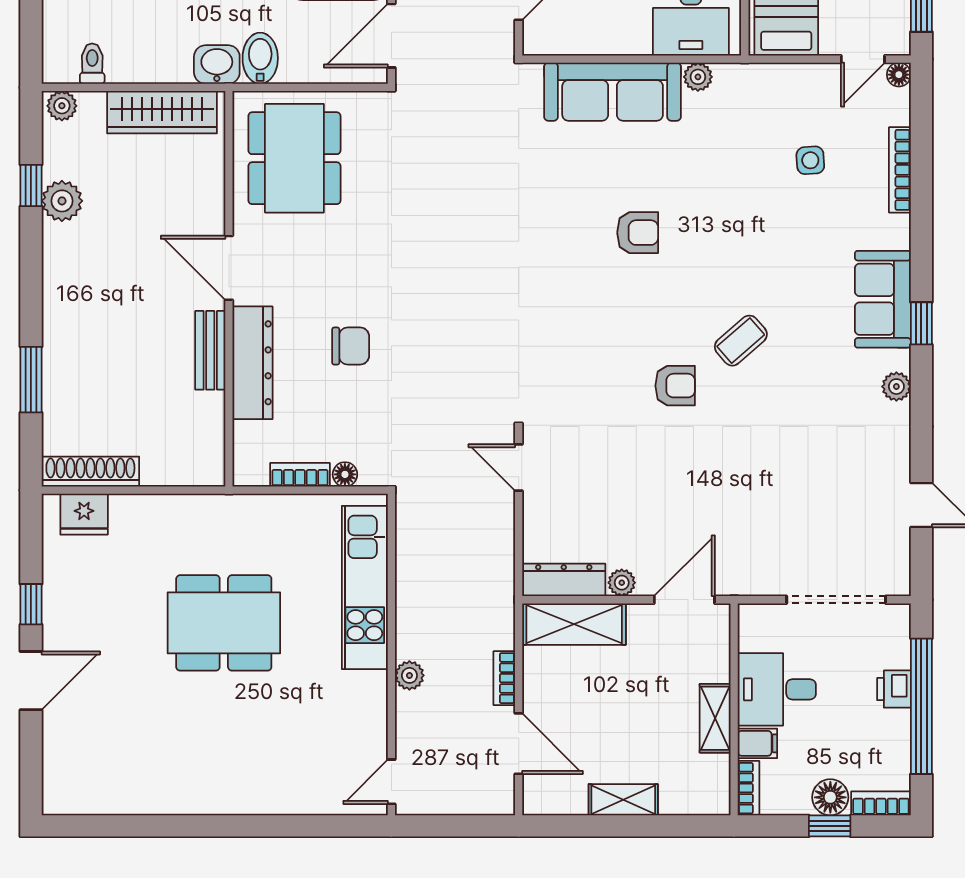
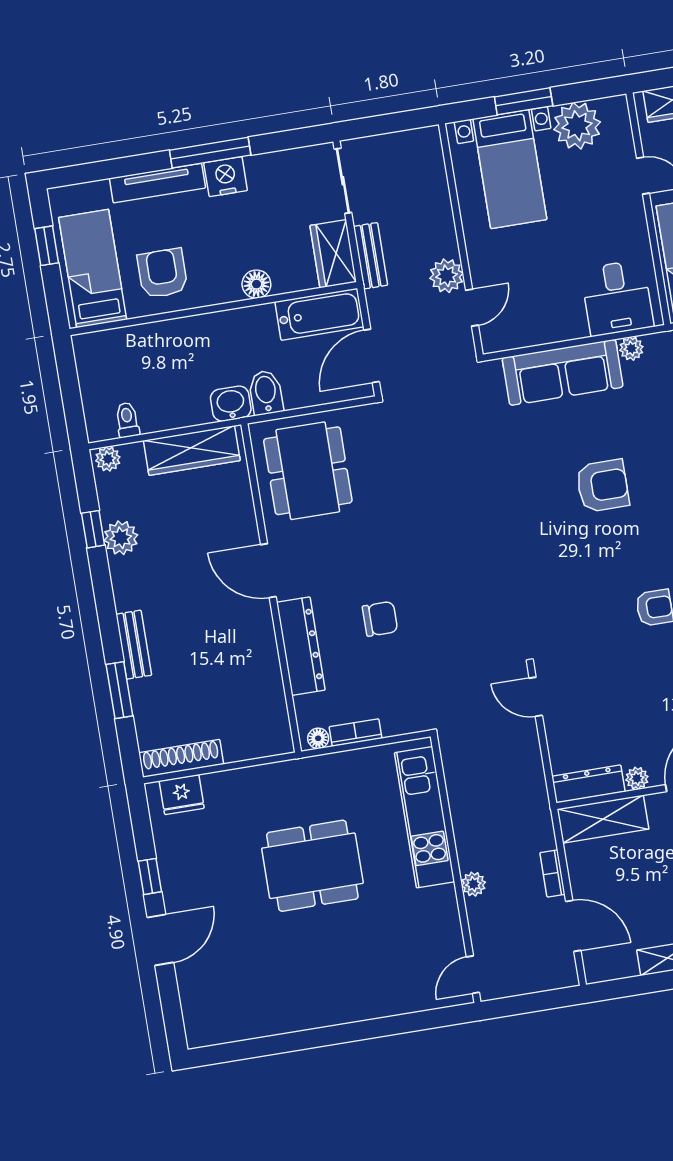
armchair: (638, 233) -> (603, 486), width x1.38, depth x1.38
bench: (210, 350) -> (134, 645), moved
floor lamp: (345, 474) -> (318, 738), moved

